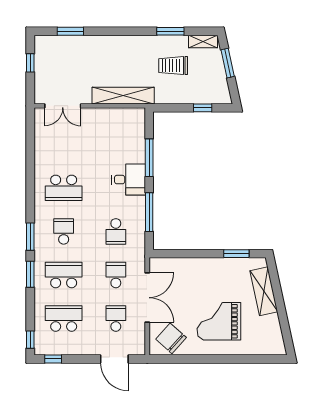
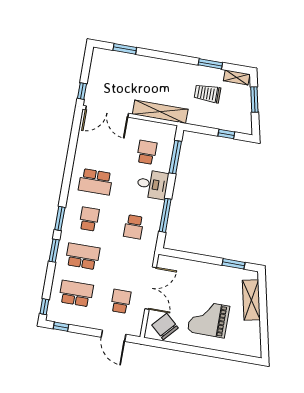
window: (30, 63) -> (82, 91), moved
double door: (63, 106) -> (107, 111), width x1.37
window: (149, 158) -> (175, 157), moved
school desk: (116, 275) -> (147, 152), moved

